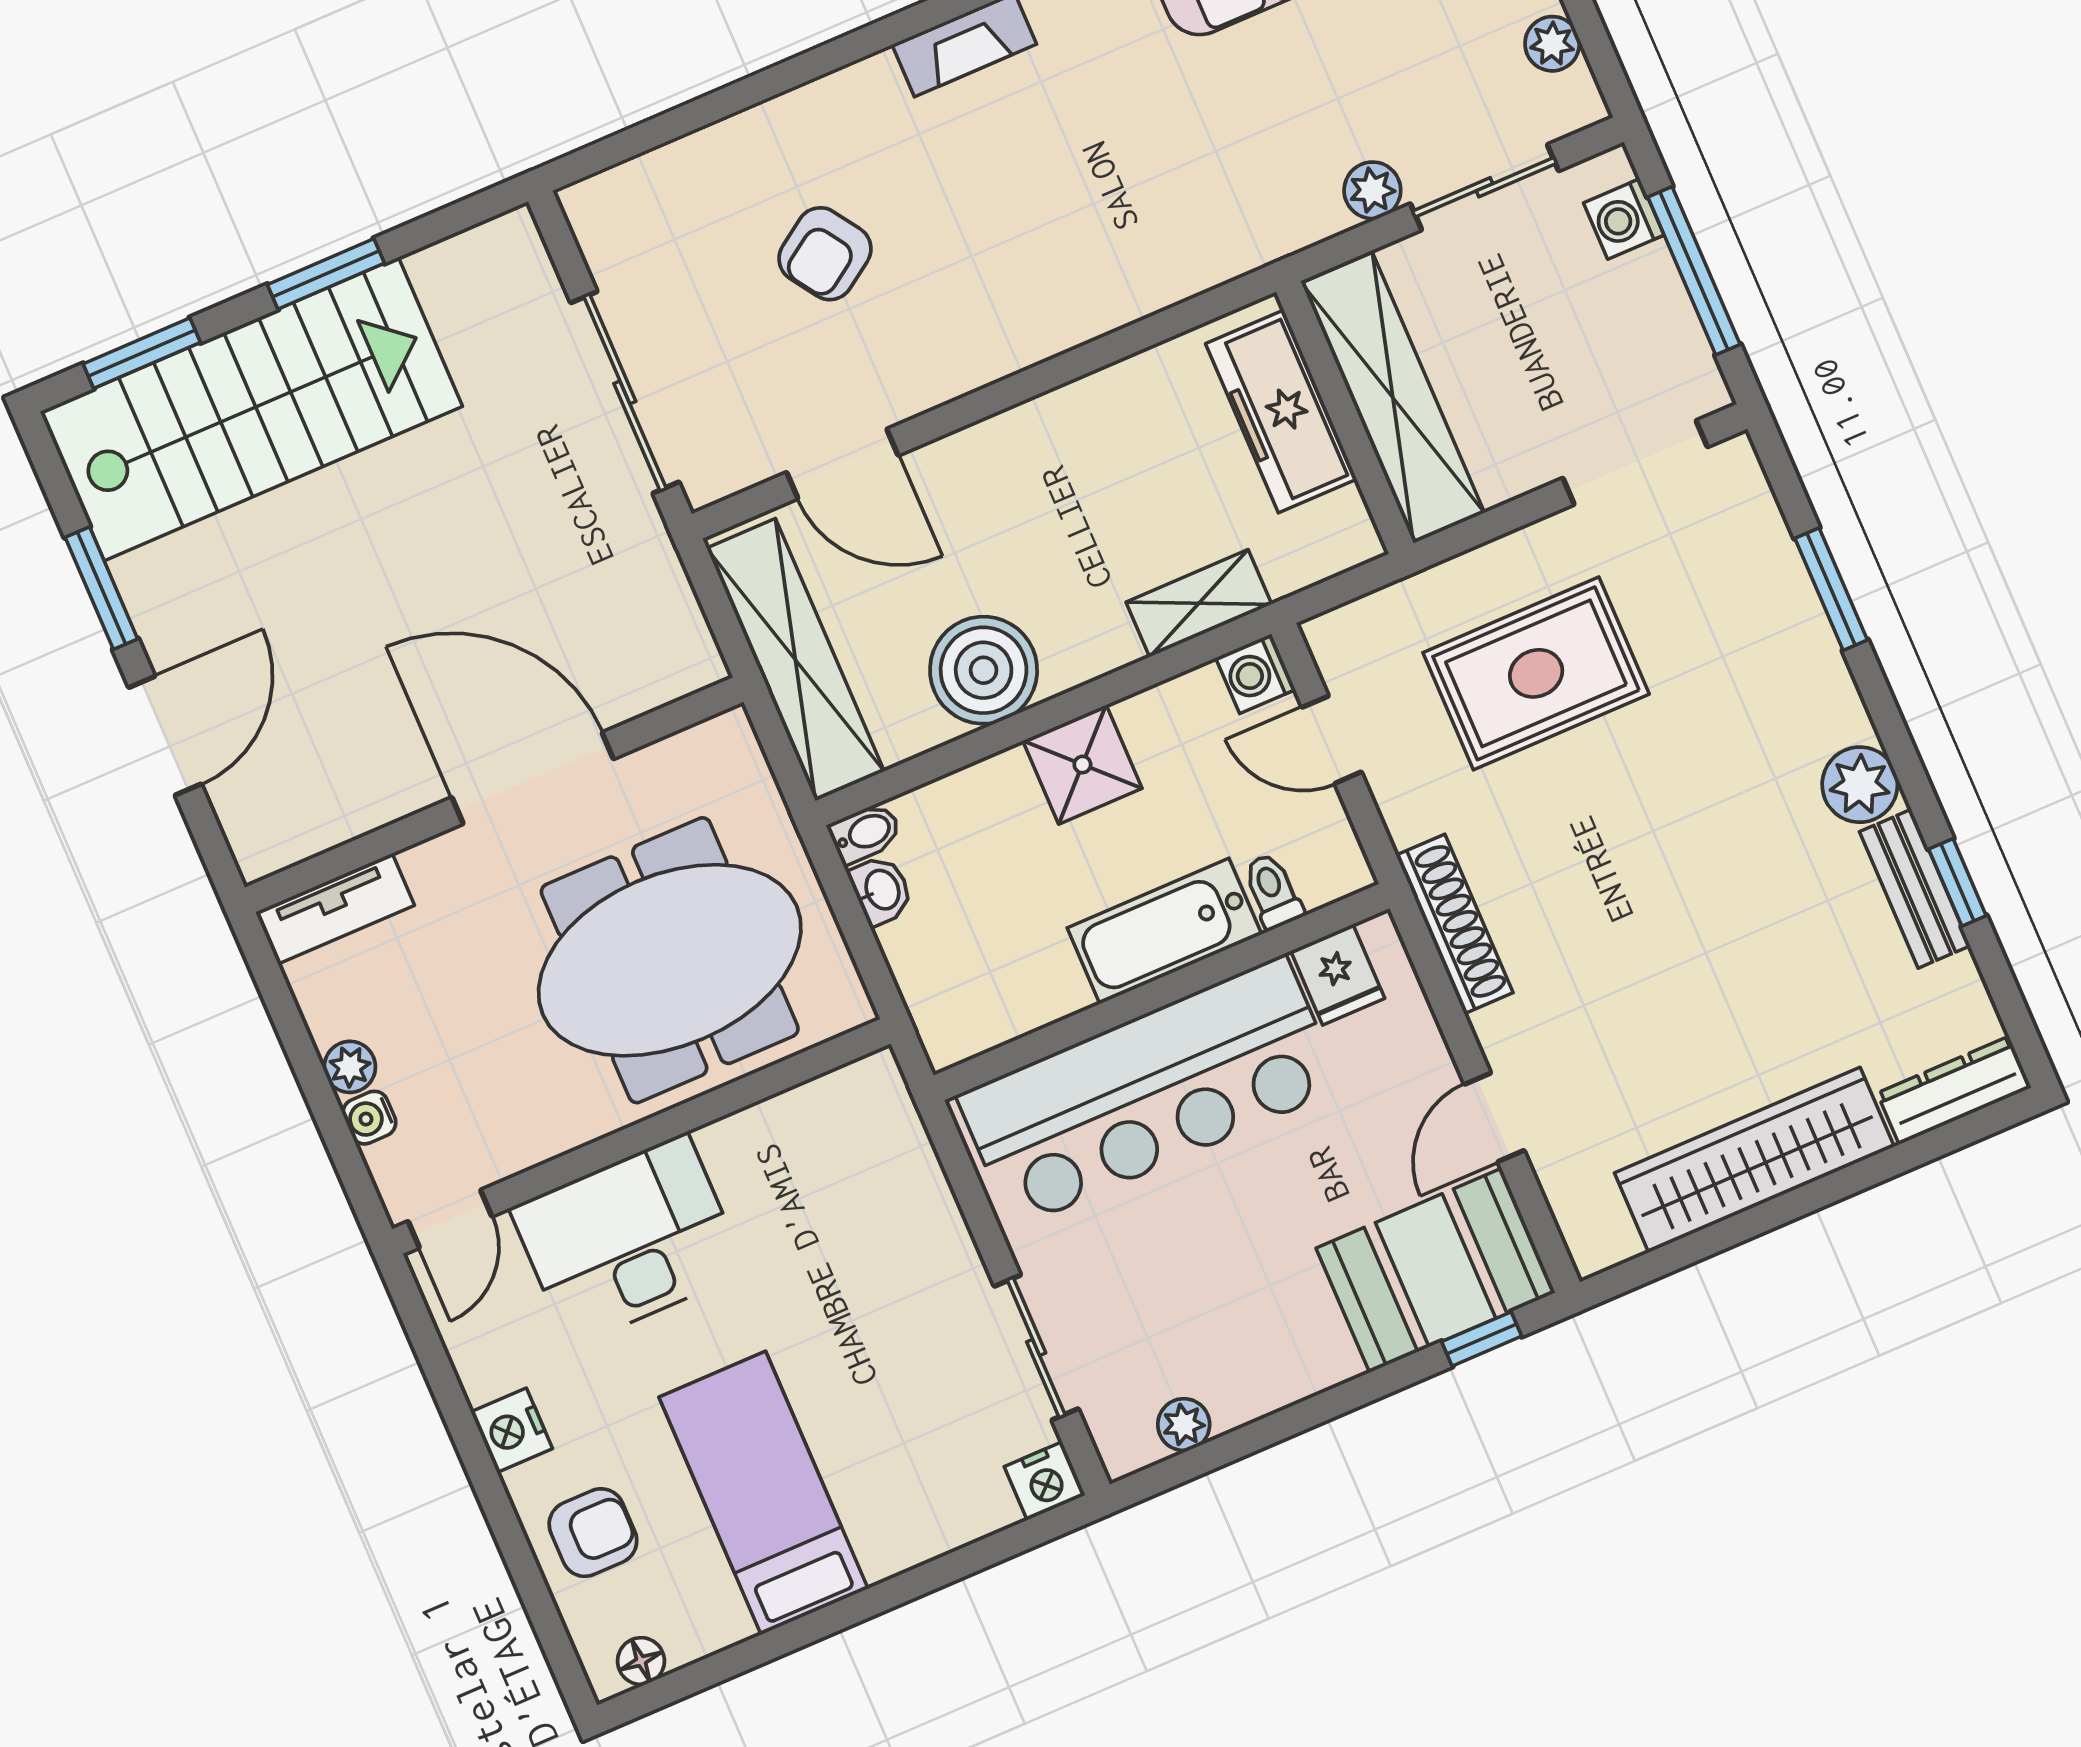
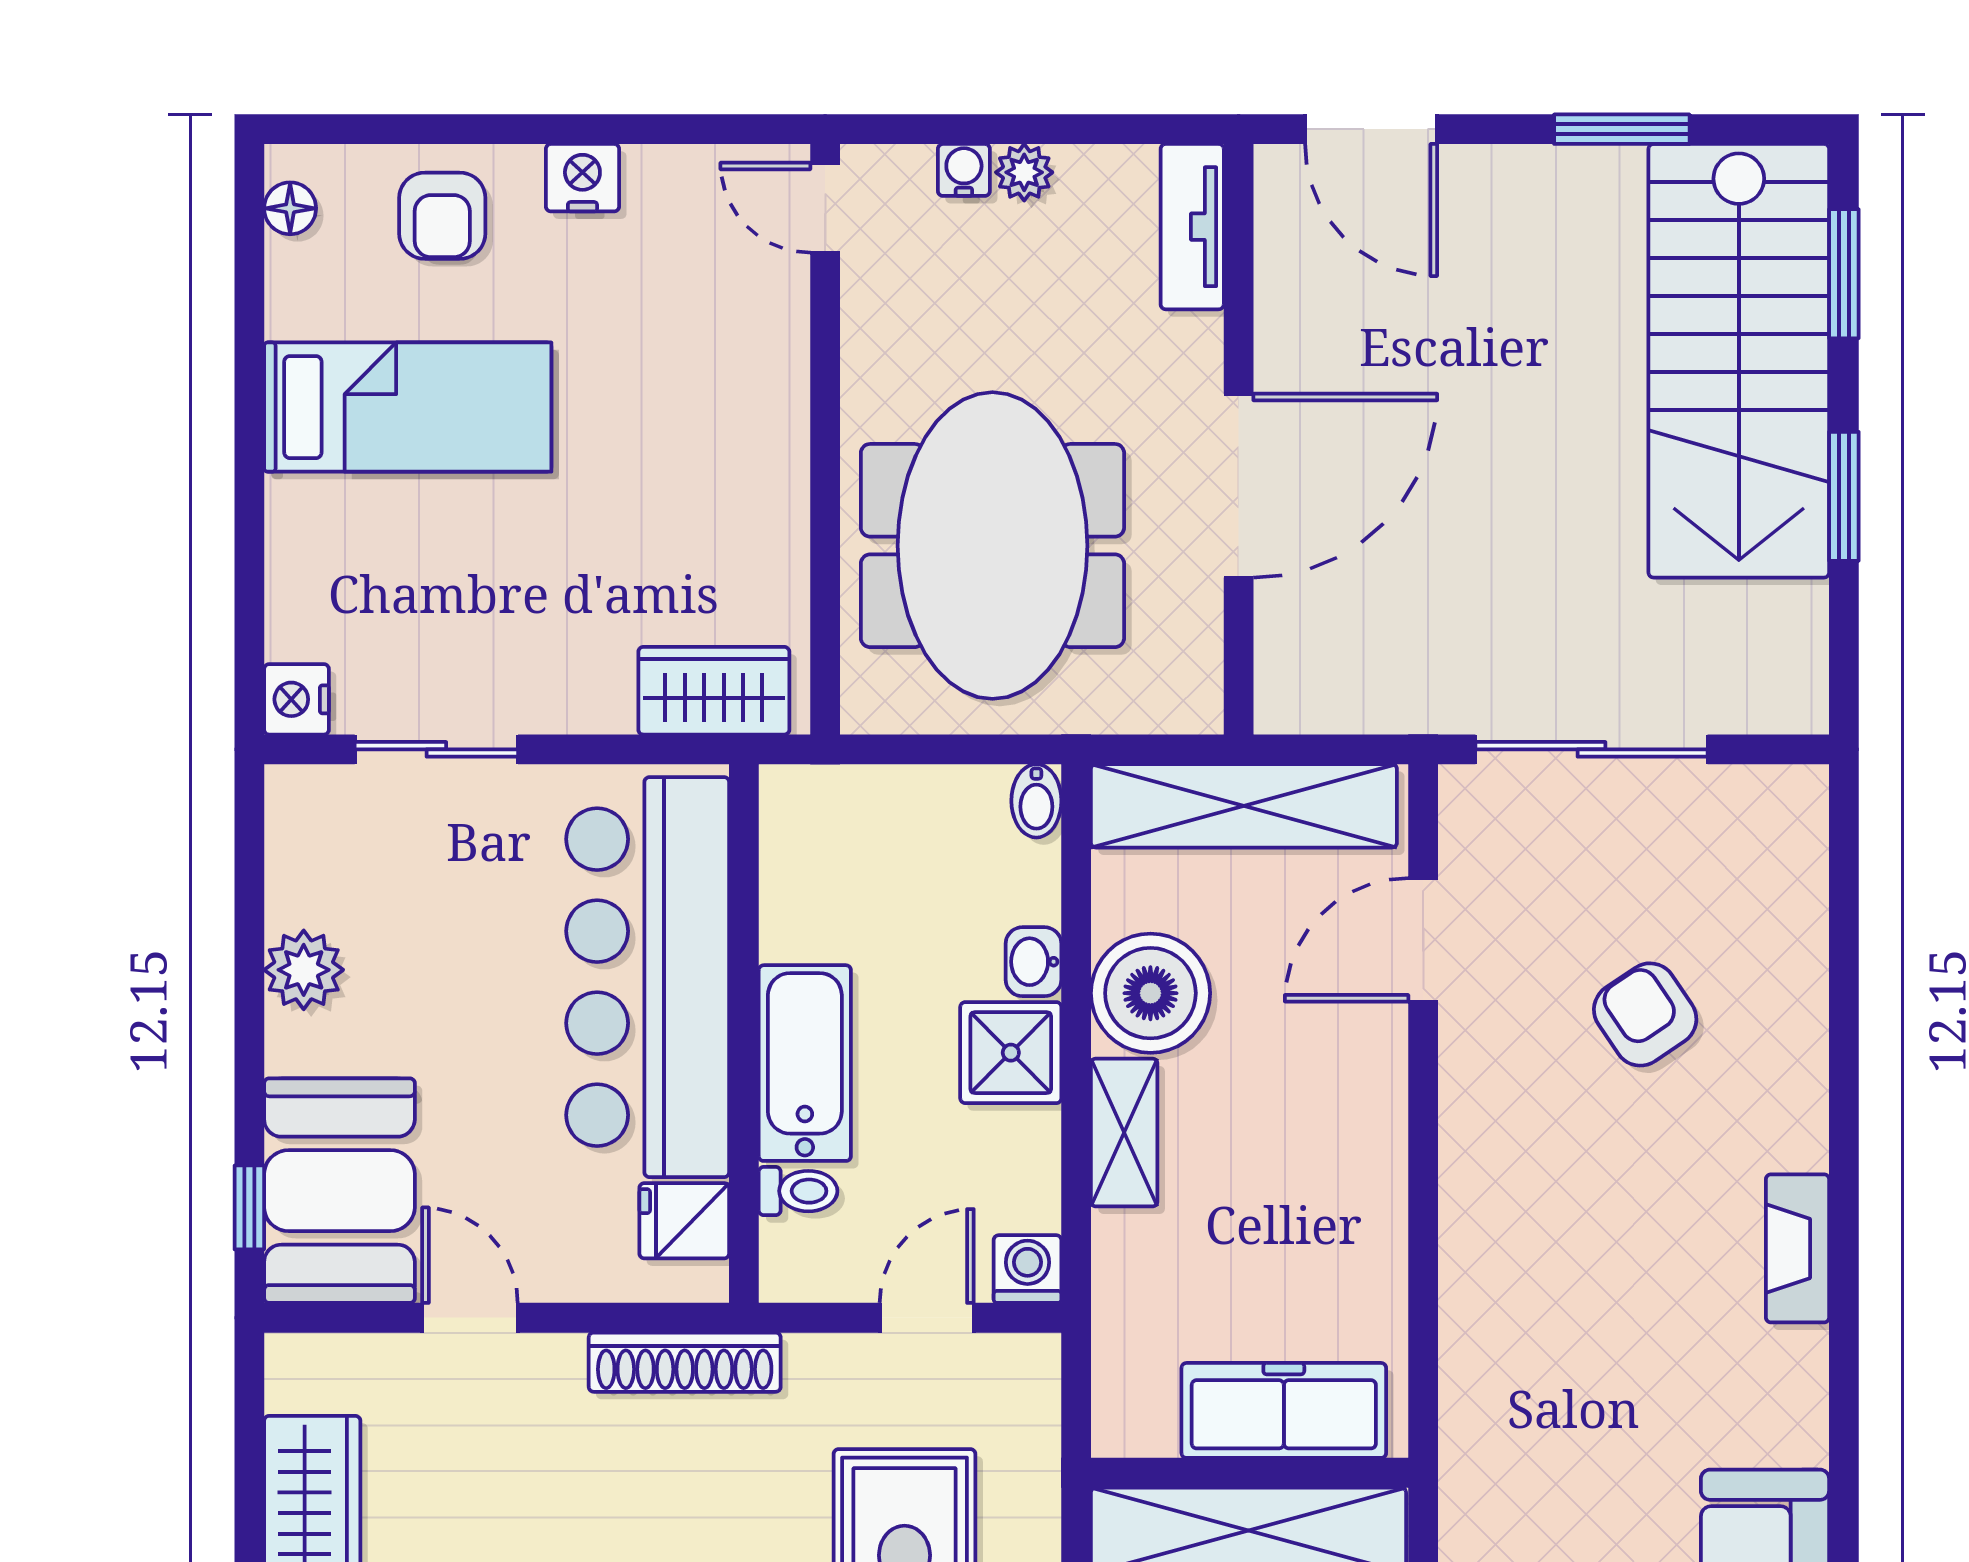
shelving: (1199, 603) -> (1124, 1133), moved
door: (165, 736) -> (1371, 129), moved
washbasin: (881, 890) -> (1033, 962), moved, turned 90
wardrobe: (889, 1139) -> (714, 691), added
desk: (628, 1240) -> (725, 380), removed
plant: (1184, 1425) -> (304, 970), moved, width x1.38, depth x1.38

